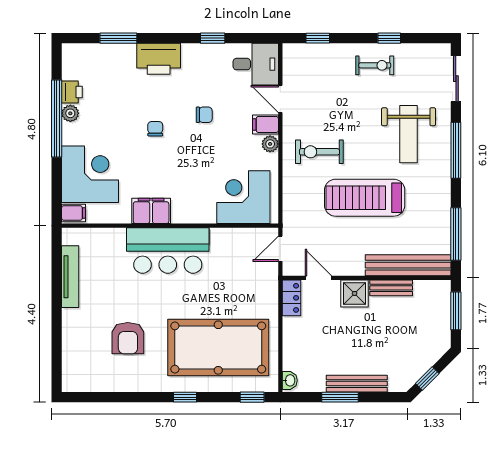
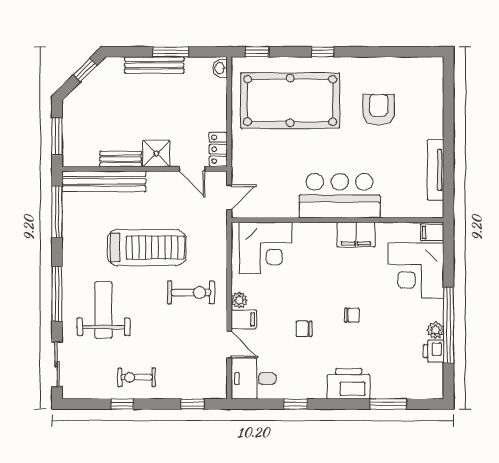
chair: (155, 129) -> (352, 315), turned -90

